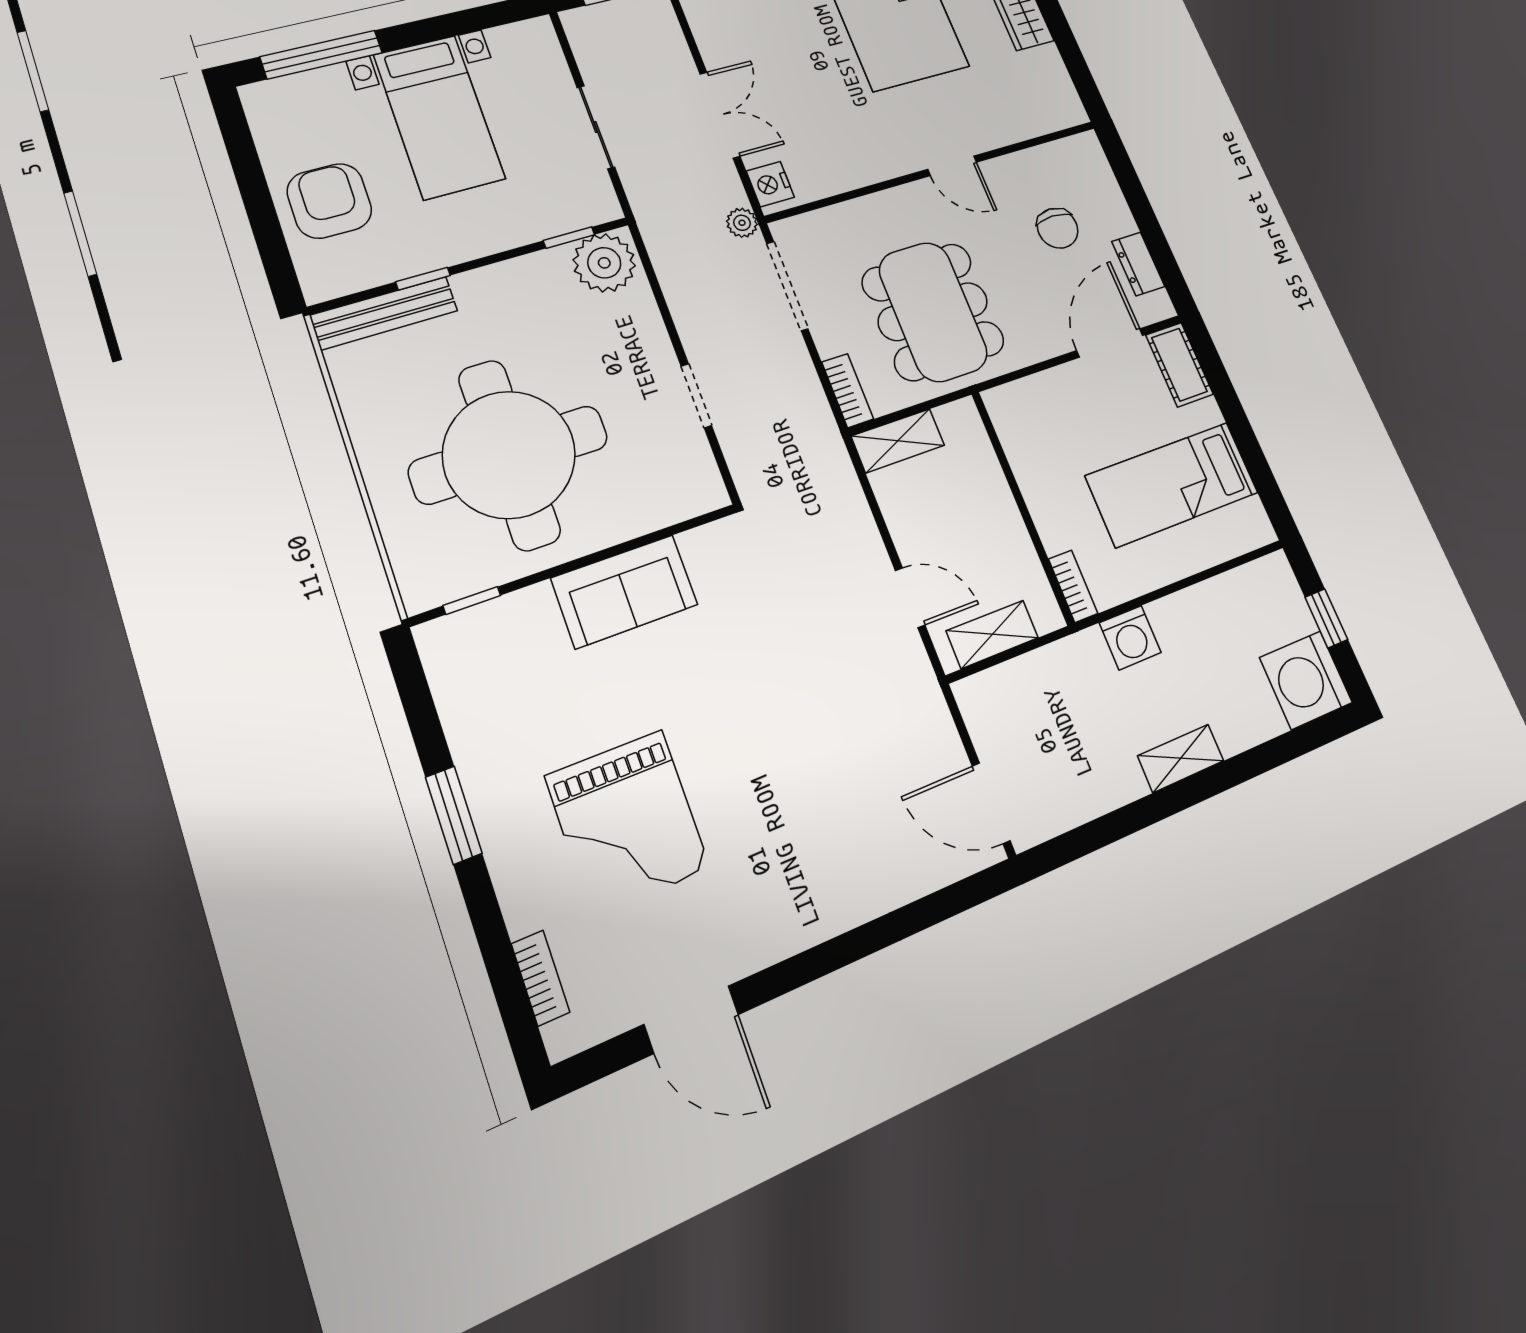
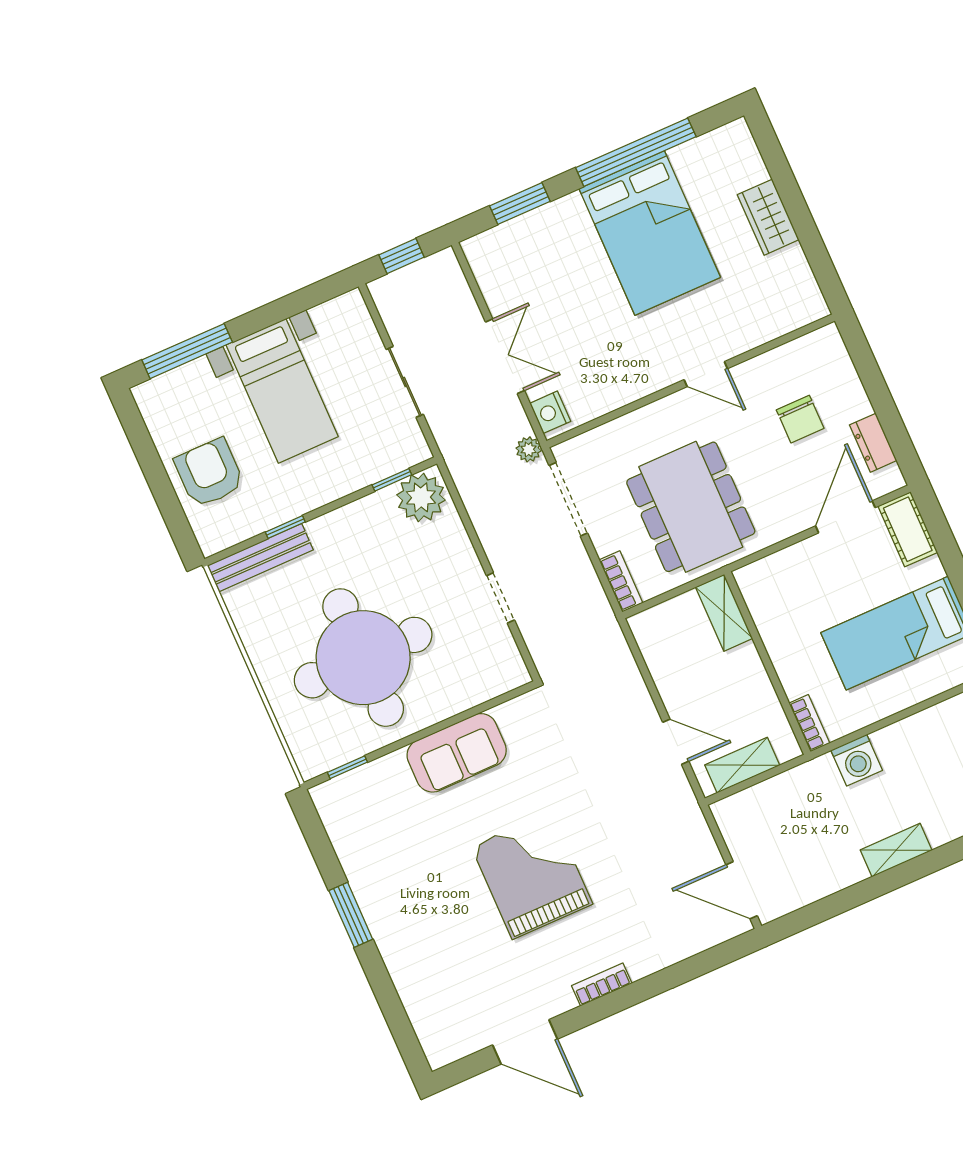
shelving: (898, 441) -> (724, 613), moved, turned 90
grand piano: (628, 822) -> (532, 875), moved, turned 180
bookcase: (540, 978) -> (602, 984), moved, turned -90

